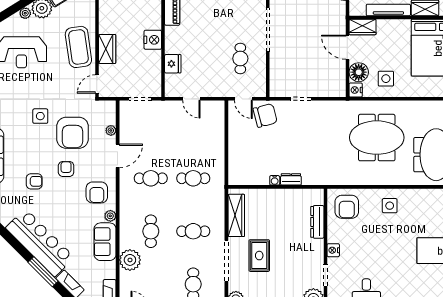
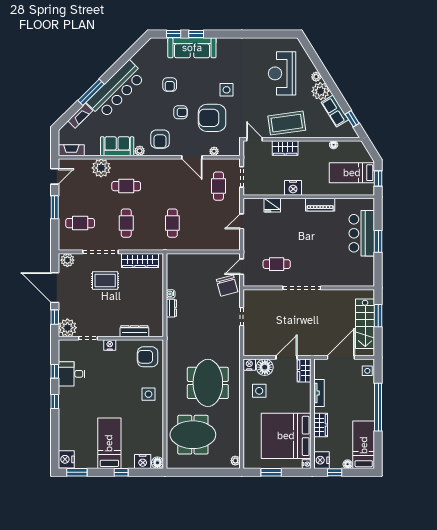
tv unit: (388, 10) -> (319, 393), width x0.71
cafe table: (151, 178) -> (218, 186), moved
armchair: (97, 192) -> (160, 139), turned -90

